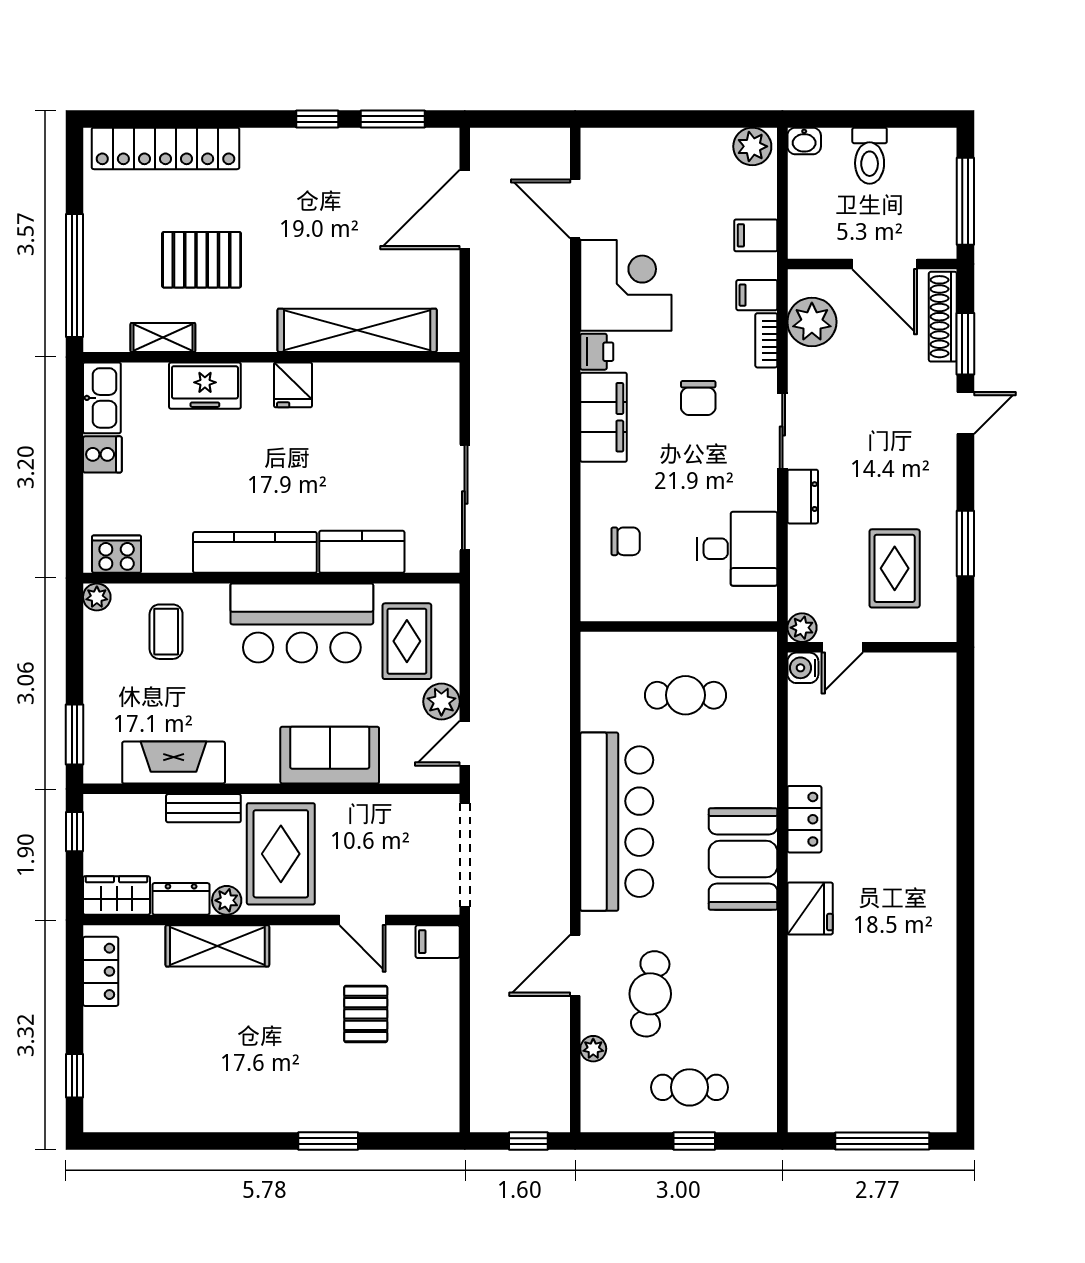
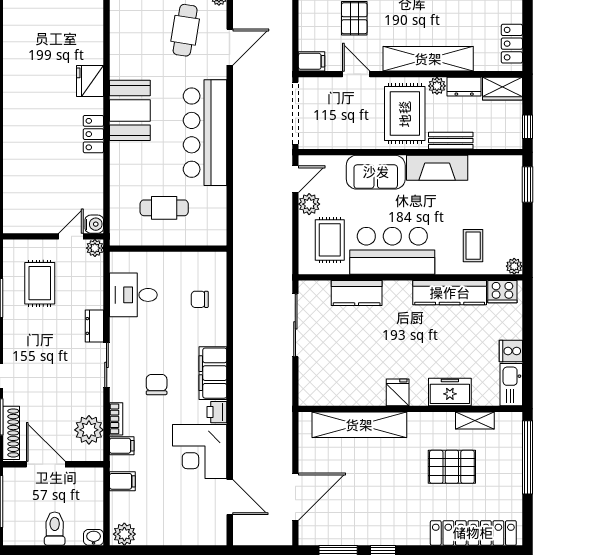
kitchen counter: (255, 552) -> (450, 293), moved
fireplace: (174, 763) -> (437, 168), moved
shelving: (217, 946) -> (428, 59), width x1.47

